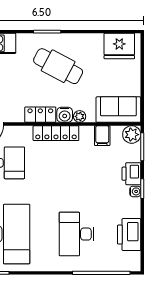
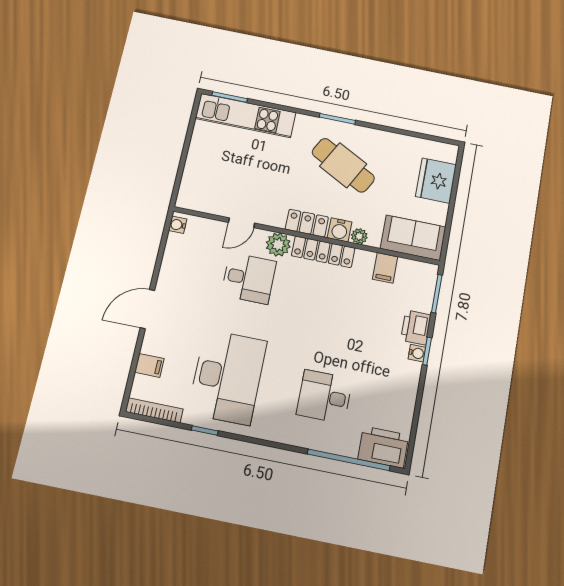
fridge: (119, 46) -> (436, 181), moved, turned 90
plant: (132, 135) -> (278, 245), moved
desk: (77, 234) -> (324, 397), width x0.73
printer: (129, 235) -> (383, 447), moved, turned 90

